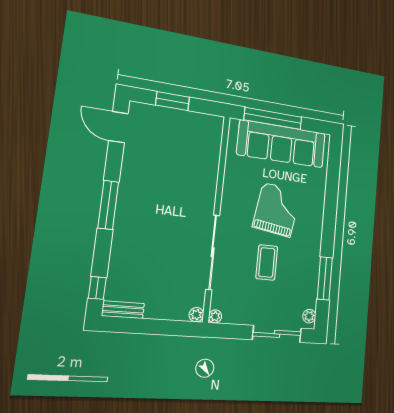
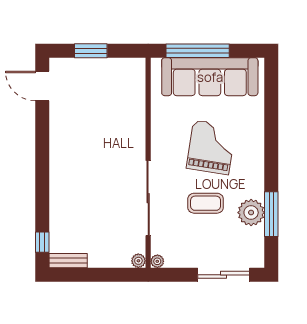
window: (108, 205) -> (42, 163), removed
coffee table: (267, 262) -> (206, 203), turned 90
plant: (309, 316) -> (251, 213), moved, width x1.87, depth x1.87

